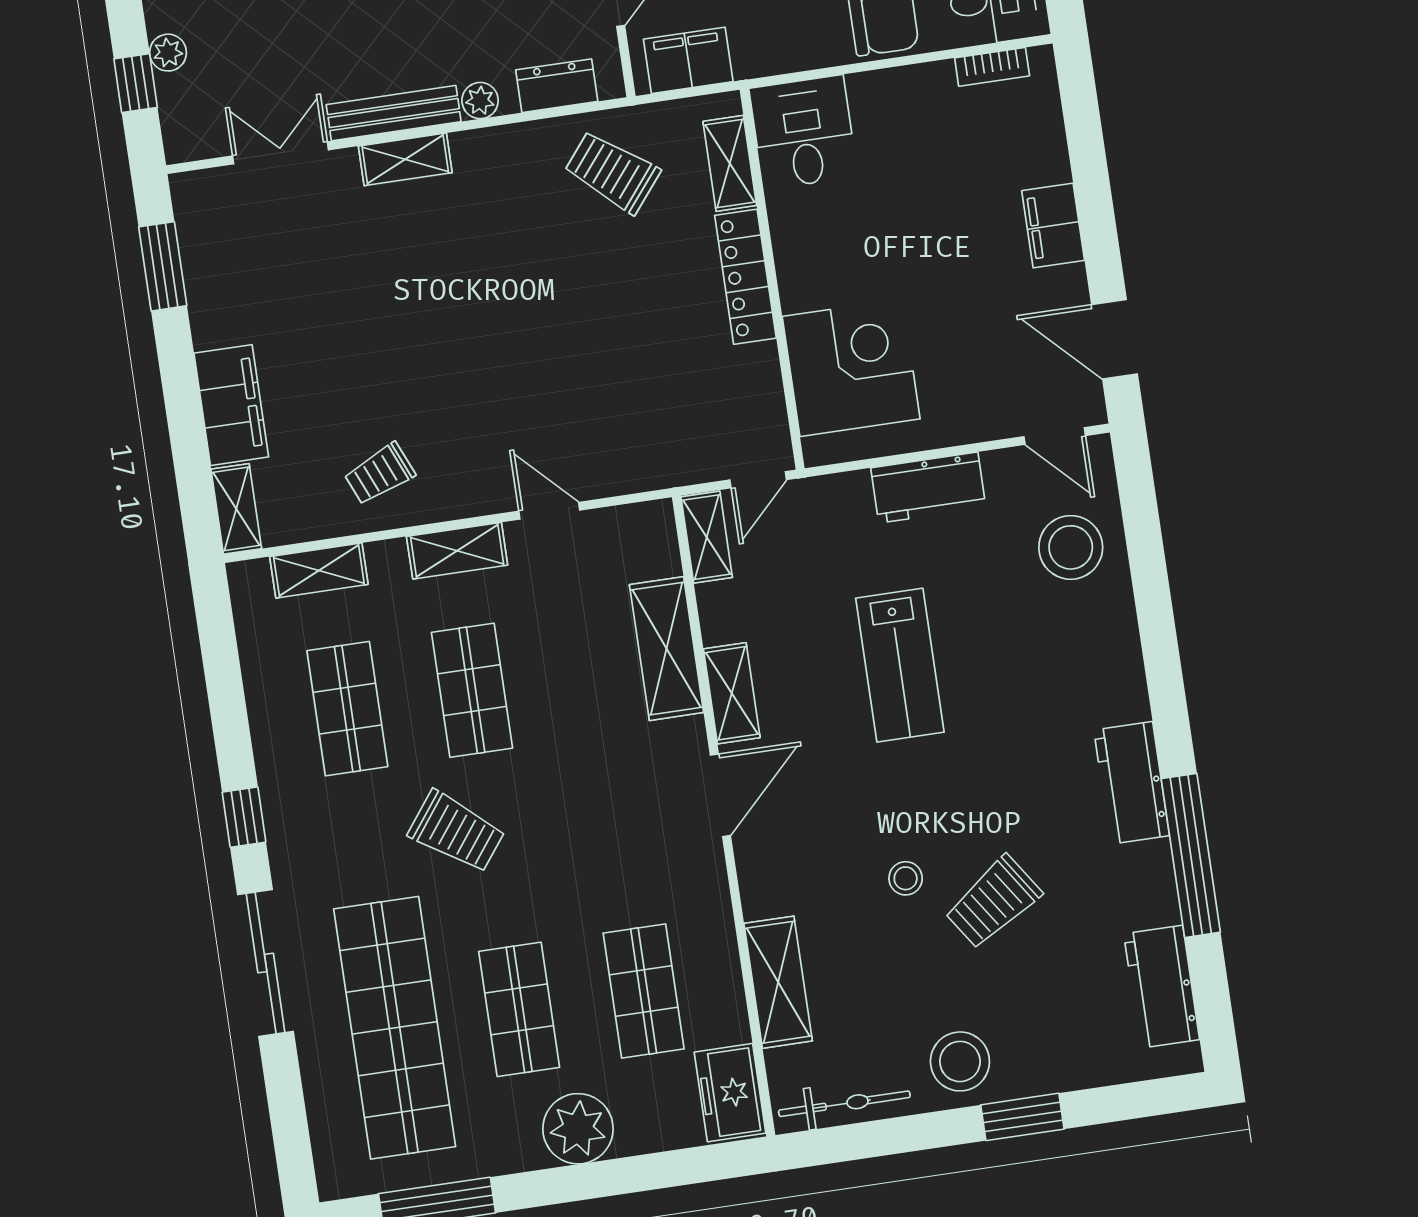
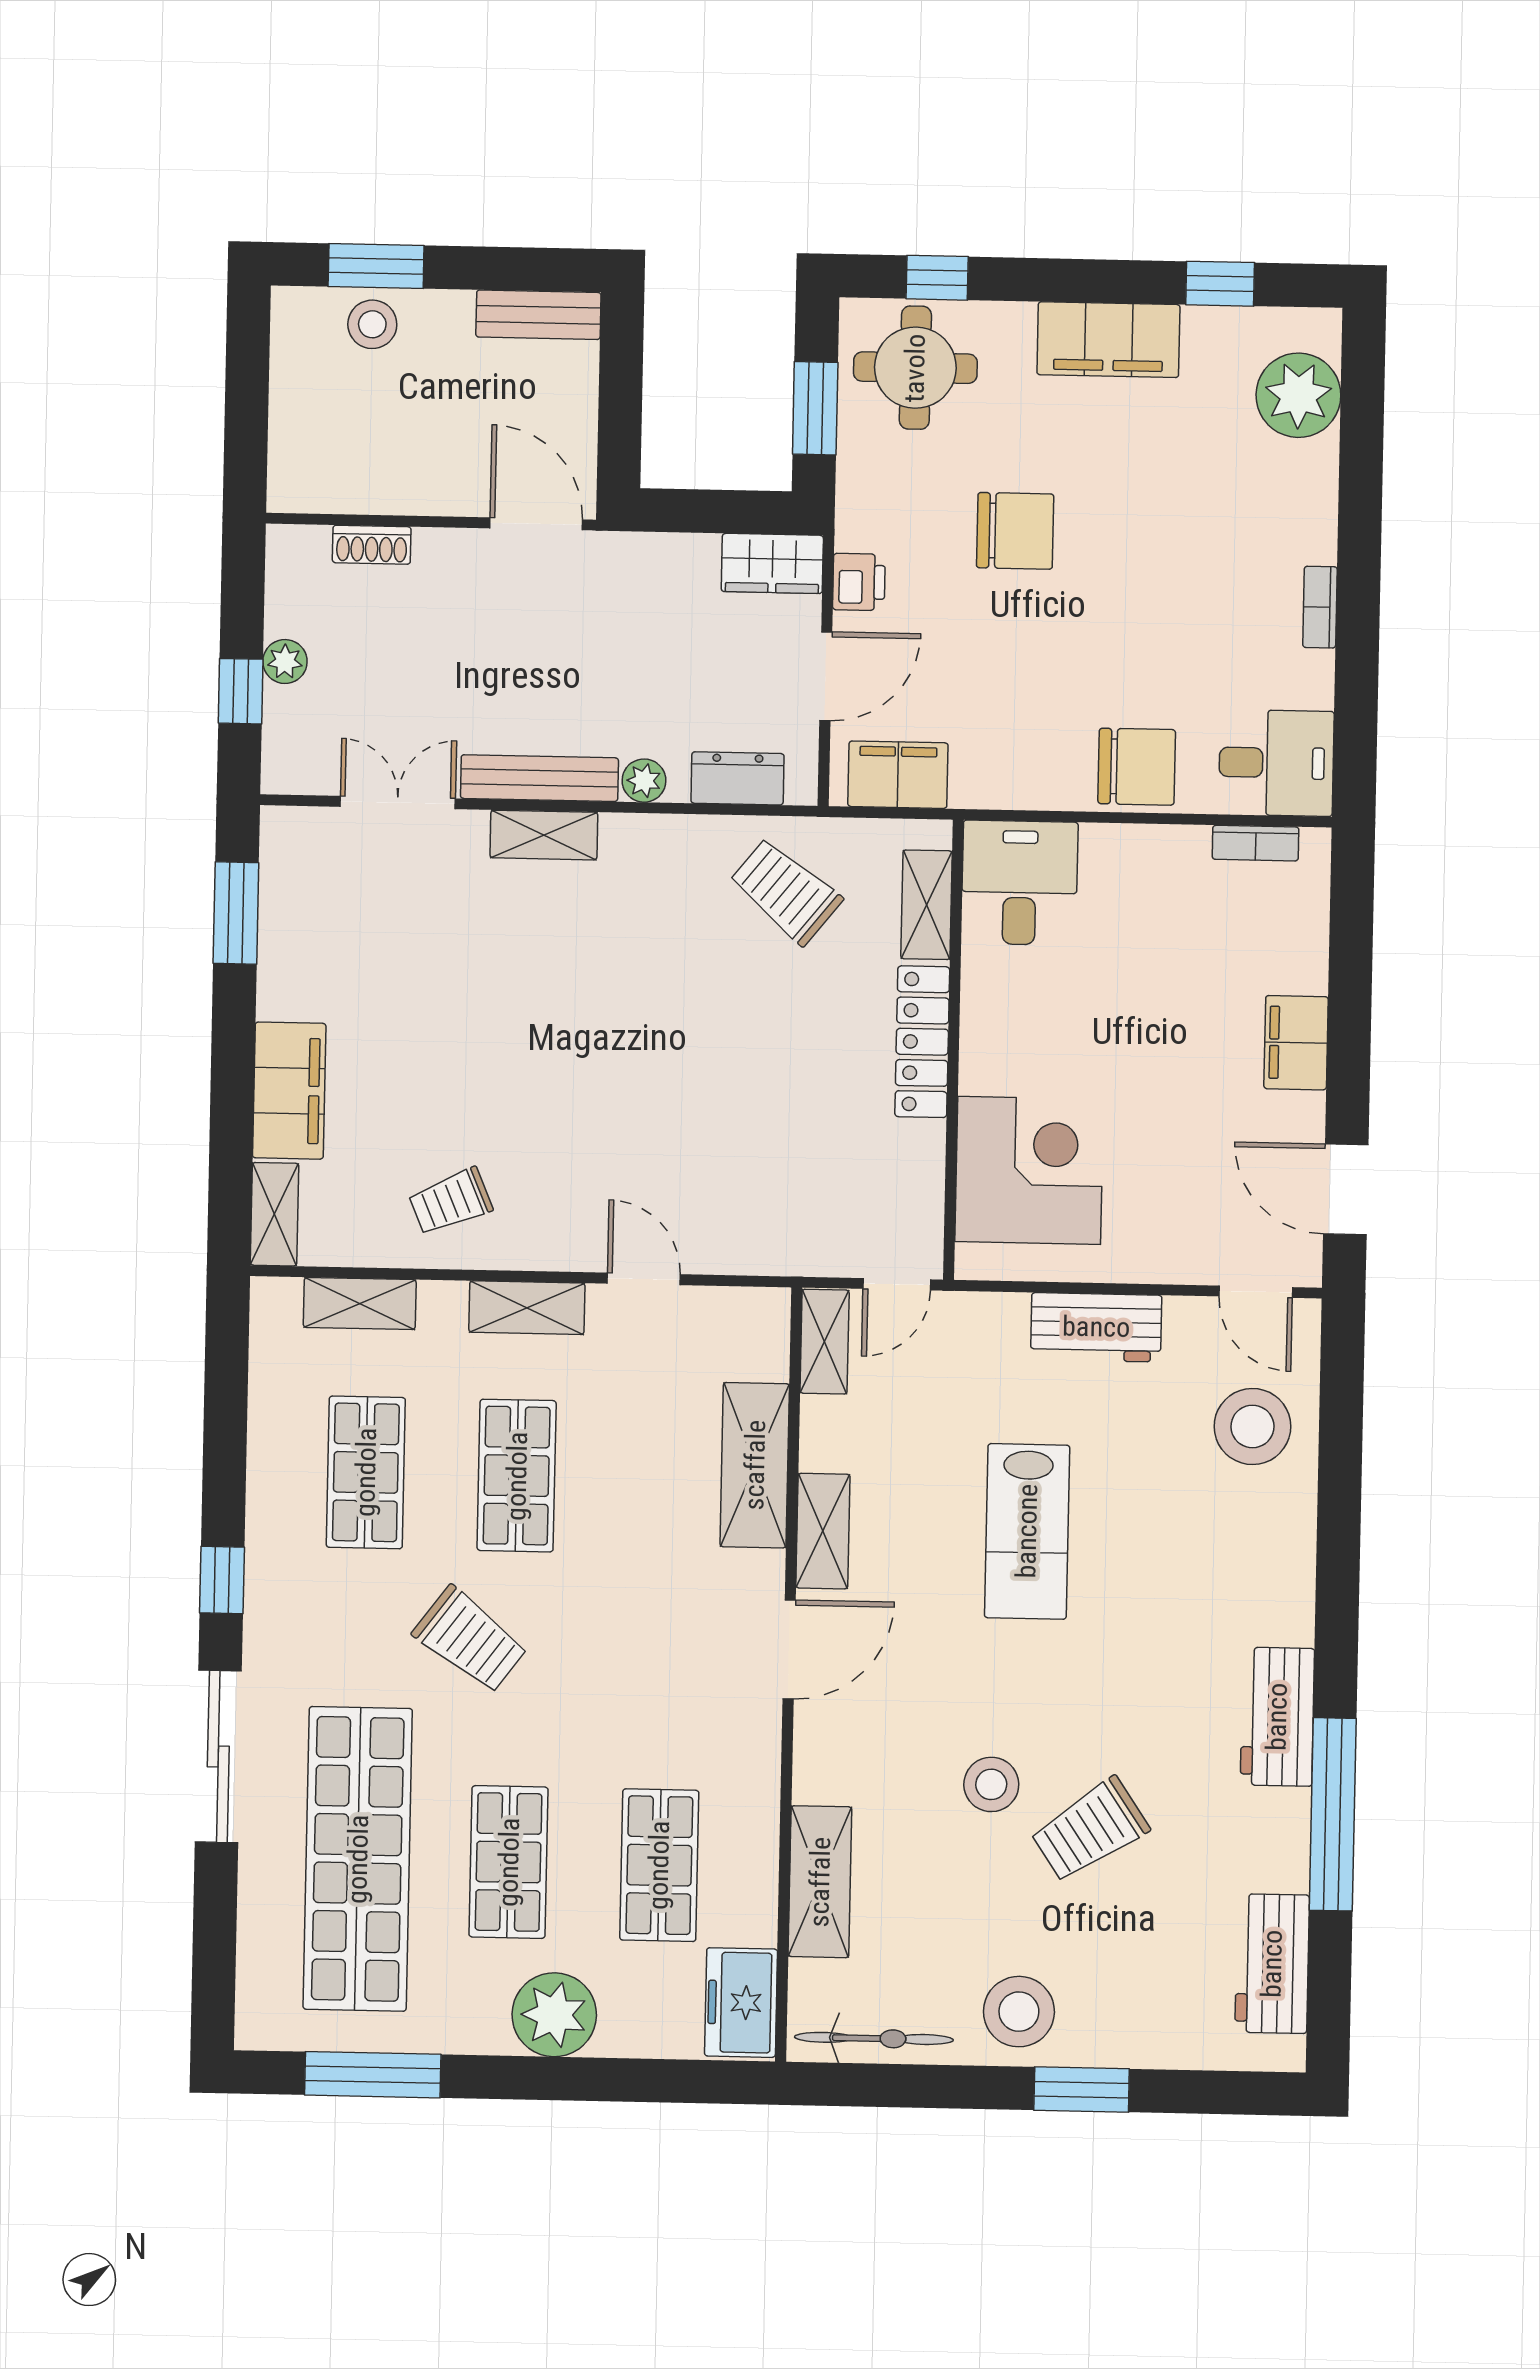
stool: (906, 878) -> (991, 1784), width x1.37, depth x1.37

